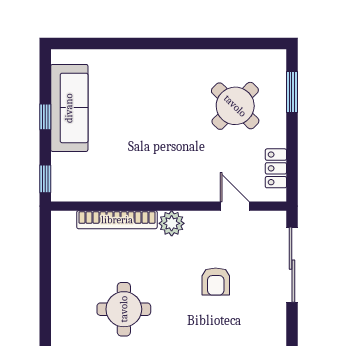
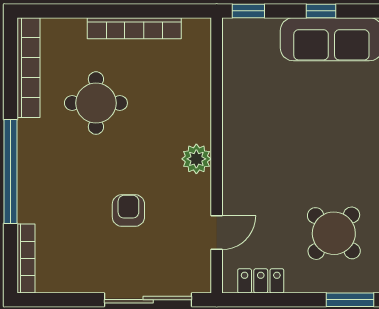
bookcase: (117, 220) -> (134, 28), moved, turned -90
armchair: (216, 281) -> (128, 211), turned 90

